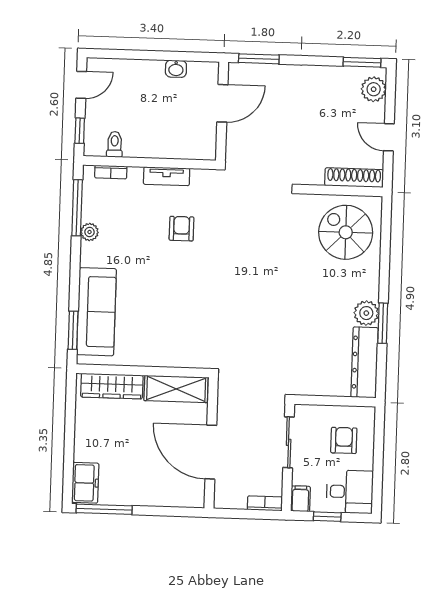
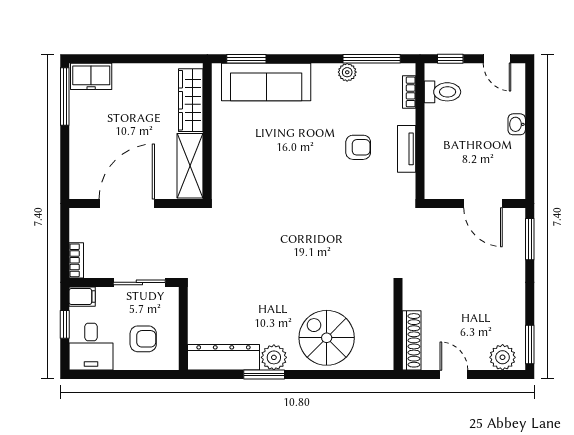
washbasin: (176, 69) -> (517, 124), moved
door: (389, 137) -> (454, 374), hinge flipped
toilet: (115, 144) -> (443, 92), width x1.37, depth x1.39
armchair: (182, 229) -> (358, 147), moved
spiral stairs: (346, 232) -> (327, 338), moved, turned -90

